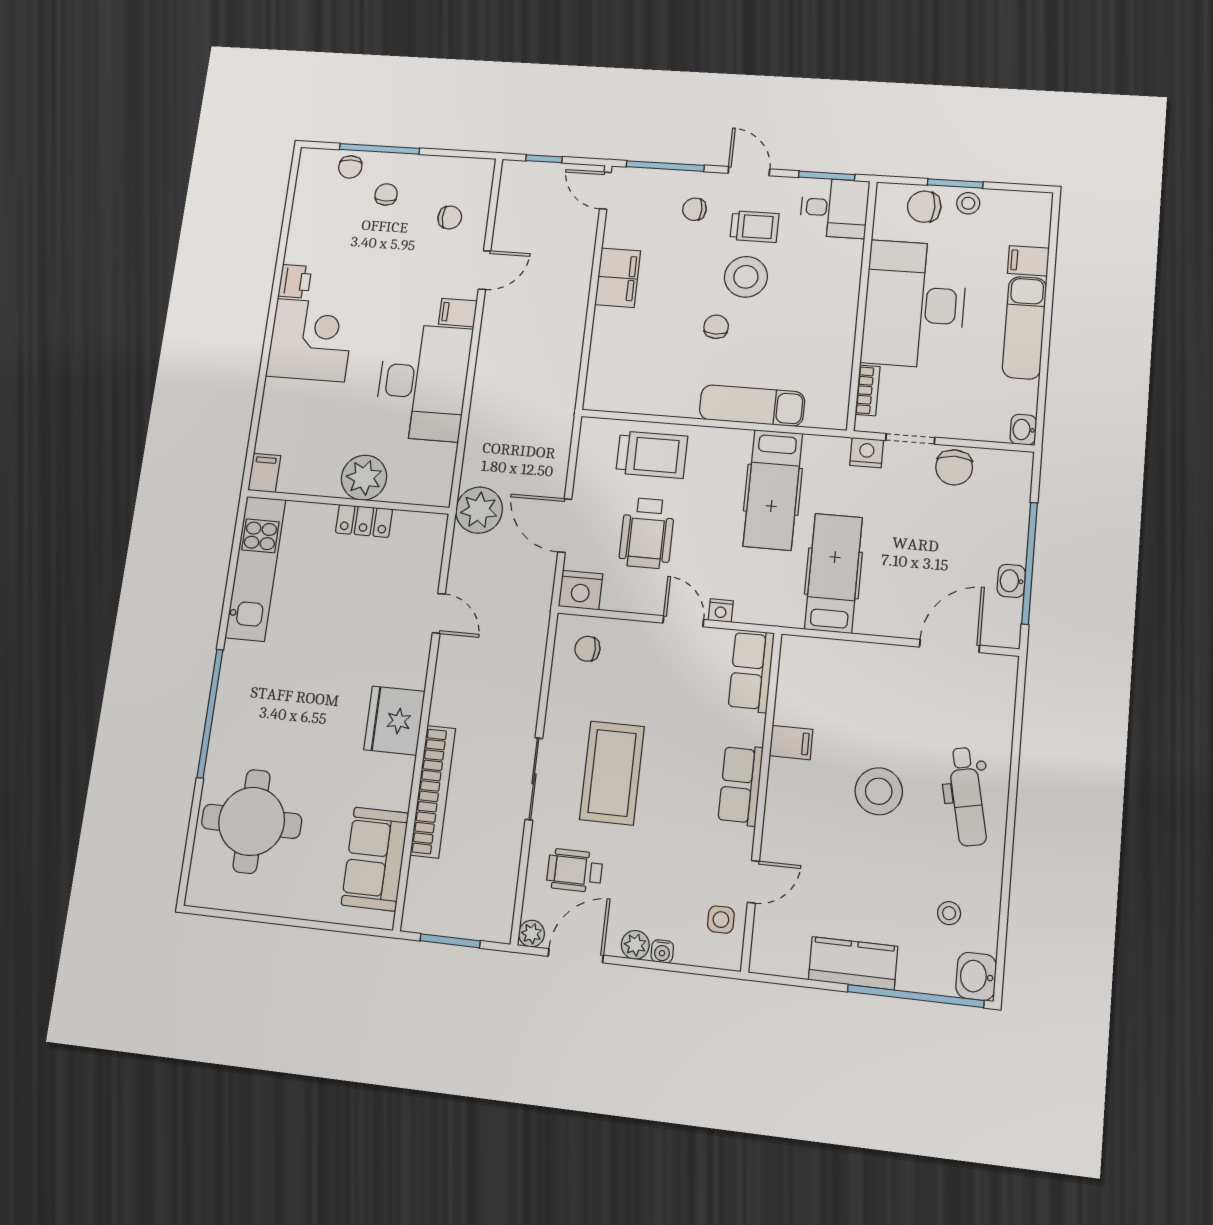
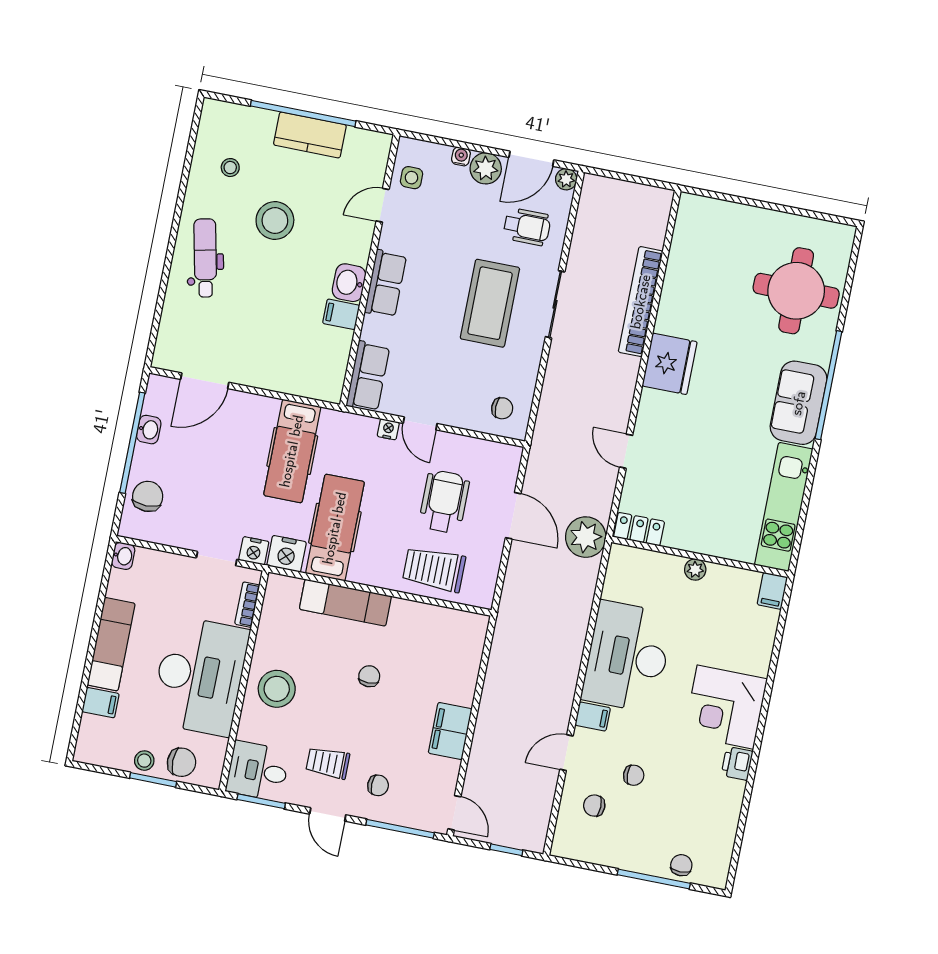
chair: (386, 194) -> (634, 775), moved, turned -92
stool: (746, 277) -> (277, 689), moved
chair: (716, 327) -> (369, 676), turned 180
chair: (954, 467) -> (148, 496), moved
plant: (364, 478) -> (695, 570), width x0.53, depth x0.53
locker: (364, 521) -> (639, 529), moved
nightstand: (581, 590) -> (287, 554), moved, turned 180
stool: (879, 791) -> (275, 221), moved
sofa: (375, 859) -> (799, 403), moved, turned 180
window: (450, 941) -> (634, 179), removed
plant: (635, 945) -> (486, 168), width x1.38, depth x1.38
washbasin: (976, 976) -> (349, 283), moved, turned 180
window: (915, 996) -> (303, 114), moved

